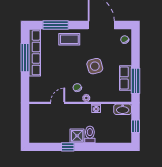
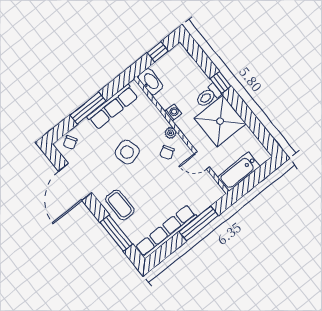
window: (25, 58) -> (199, 224), moved
row of seats: (126, 78) -> (113, 107), width x1.48
window: (136, 81) -> (88, 108), moved
bathtub: (36, 118) -> (239, 172), added
shower: (77, 136) -> (220, 121), width x1.86, depth x1.86
window: (68, 147) -> (220, 82), moved

